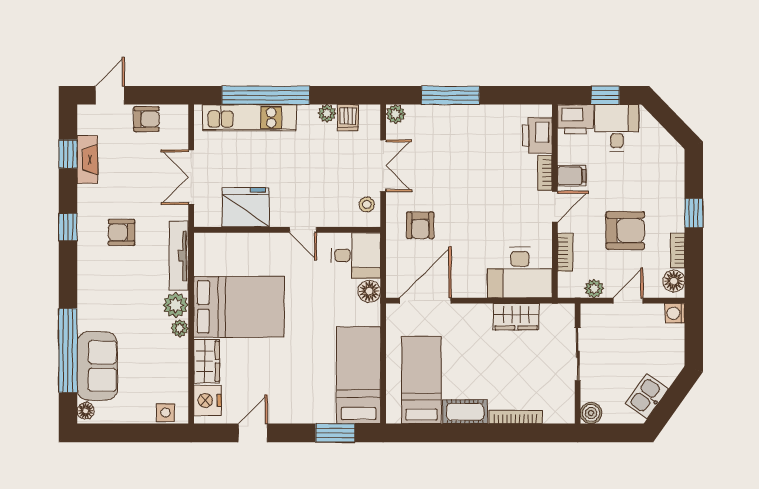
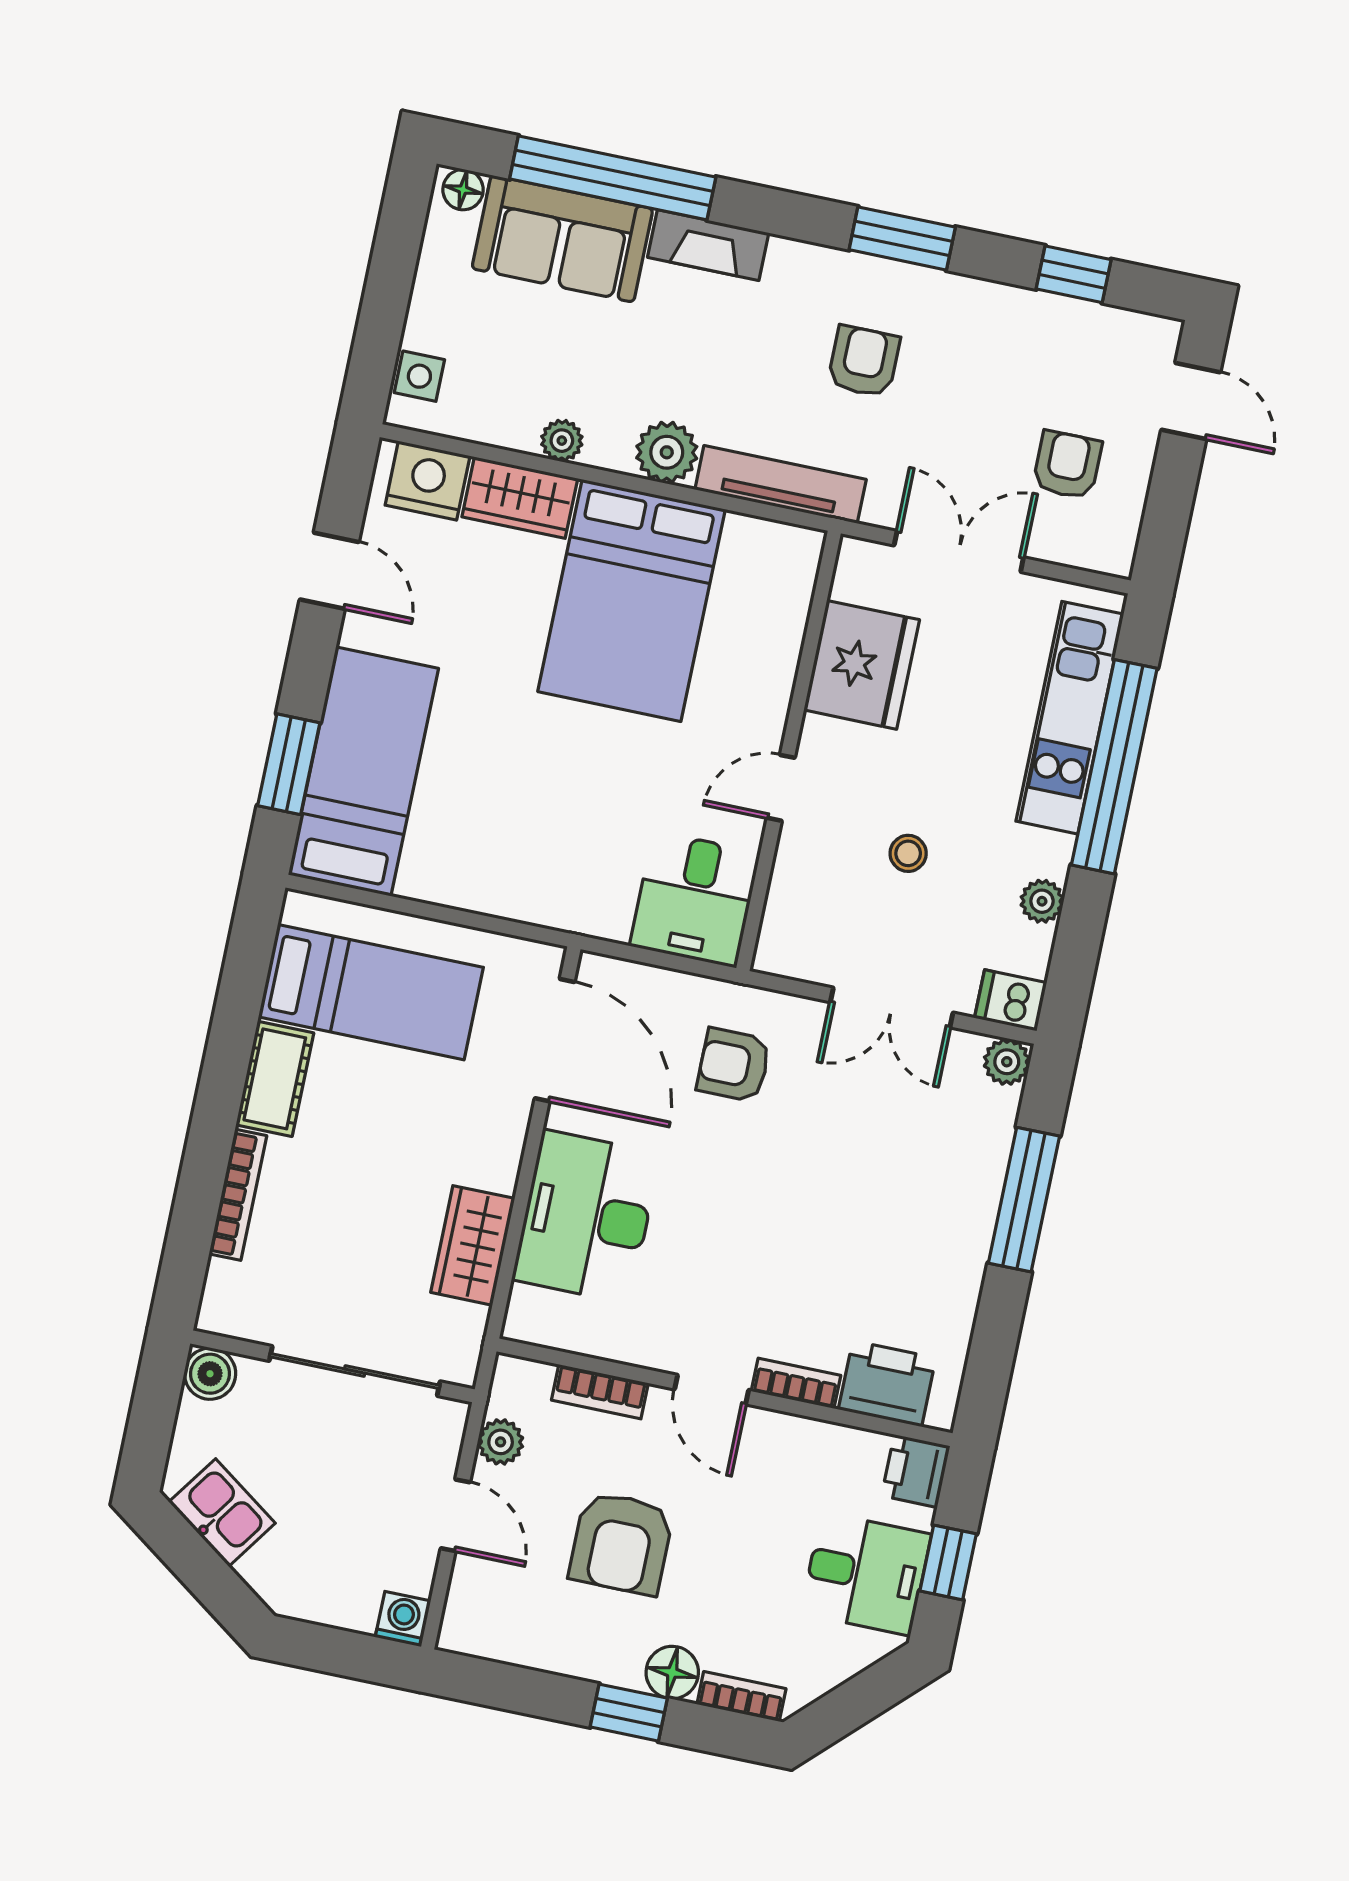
dishwasher: (348, 118) -> (1011, 1000), moved
armchair: (147, 119) -> (1067, 465), moved, turned 180
printer: (575, 119) -> (916, 1471), width x0.73, depth x0.81
fireplace: (87, 160) -> (708, 245), moved
filing cabinet: (572, 176) -> (776, 1444), removed
stool: (367, 204) -> (908, 853), moved
window: (68, 227) -> (902, 238), width x1.50
bookcase: (678, 251) -> (741, 1697), moved
desk: (520, 273) -> (586, 1217), moved
floor lamp: (674, 281) -> (672, 1672), moved
floor lamp: (369, 291) -> (604, 913), removed
plant: (180, 328) -> (562, 441), moved
sliding door: (578, 354) -> (355, 1371), width x1.37
bed: (359, 375) -> (364, 772), moved, turned -90

